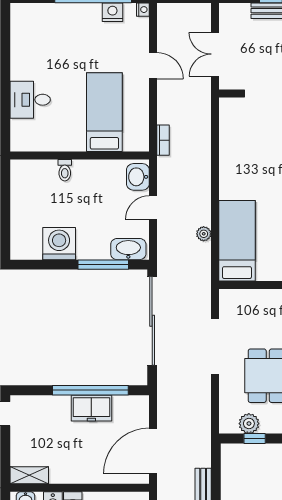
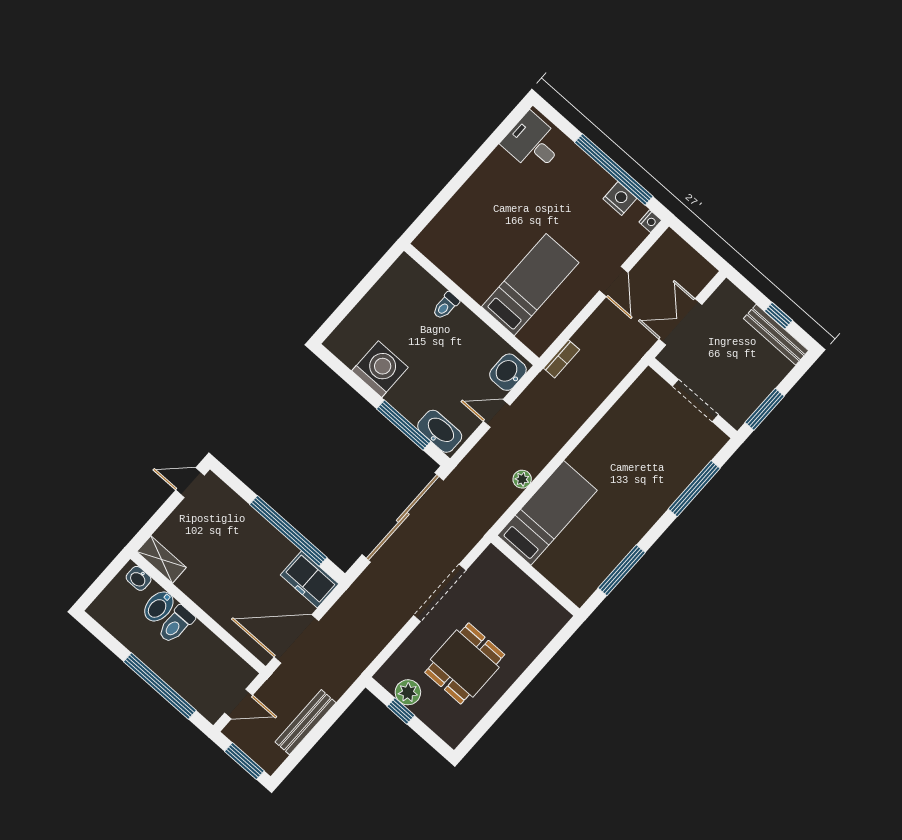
desk: (30, 100) -> (533, 143), moved
freezer: (91, 408) -> (309, 579), moved

